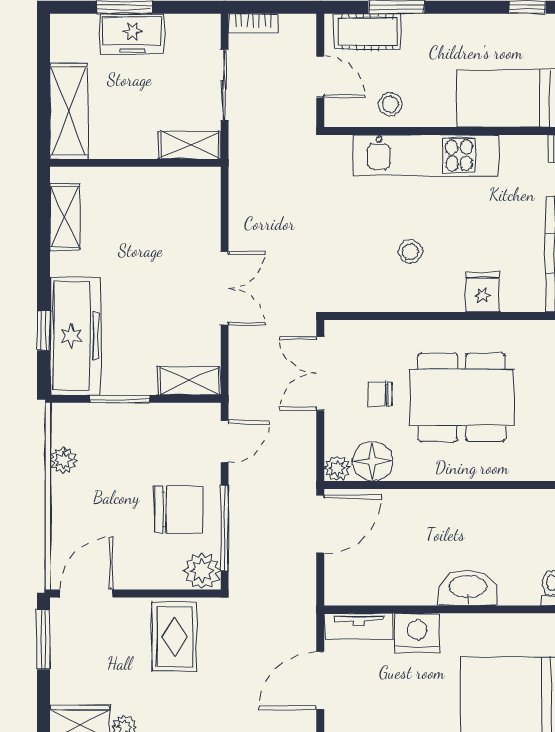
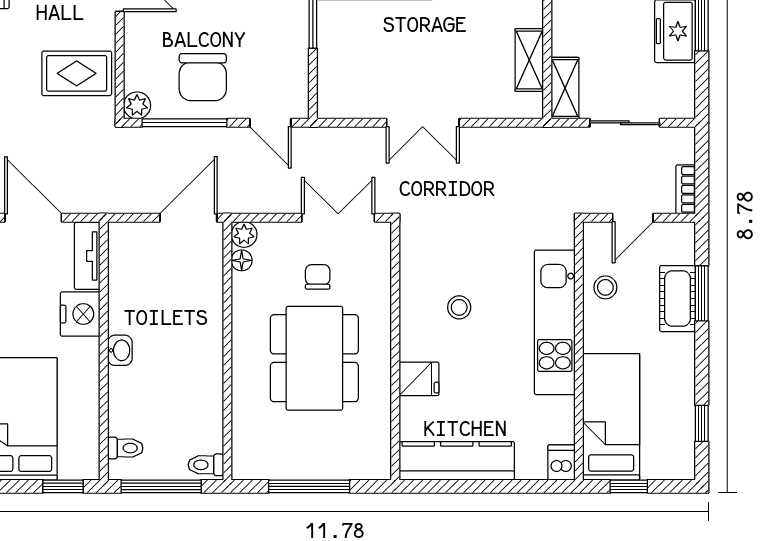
bookcase: (253, 24) -> (686, 189), moved
cot: (367, 32) -> (678, 299), moved
shelving: (189, 381) -> (529, 60), moved
floor lamp: (373, 461) -> (242, 260), width x0.53, depth x0.53
door: (320, 524) -> (188, 218), swing flipped
plant: (202, 571) -> (137, 105), width x0.73, depth x0.73
washbasin: (468, 588) -> (120, 350), width x0.52, depth x0.69

